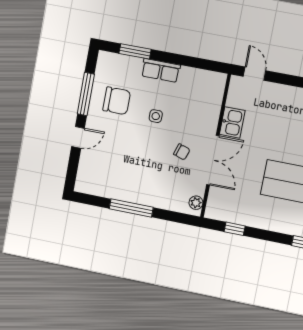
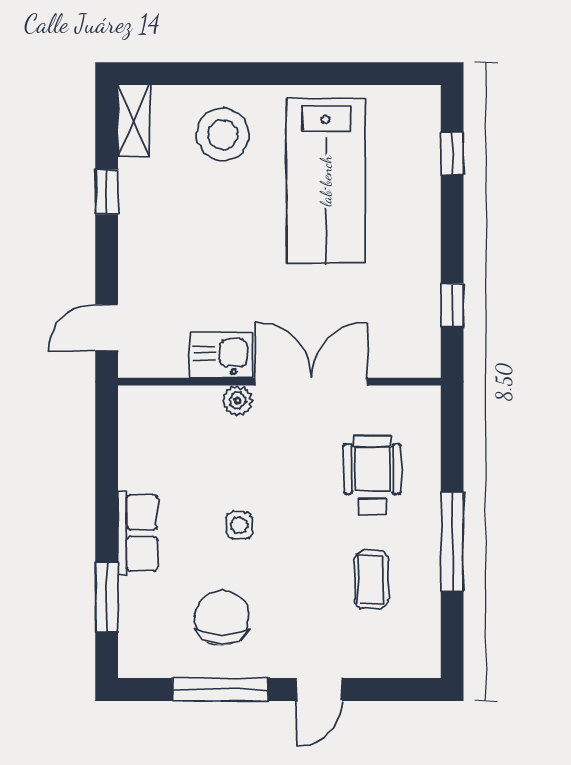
door: (78, 137) -> (319, 690), swing flipped
chair: (182, 152) -> (306, 453), removed
coffee table: (121, 169) -> (371, 579), added
wheelchair: (167, 179) -> (372, 475), added
plant: (196, 203) -> (237, 401), moved

